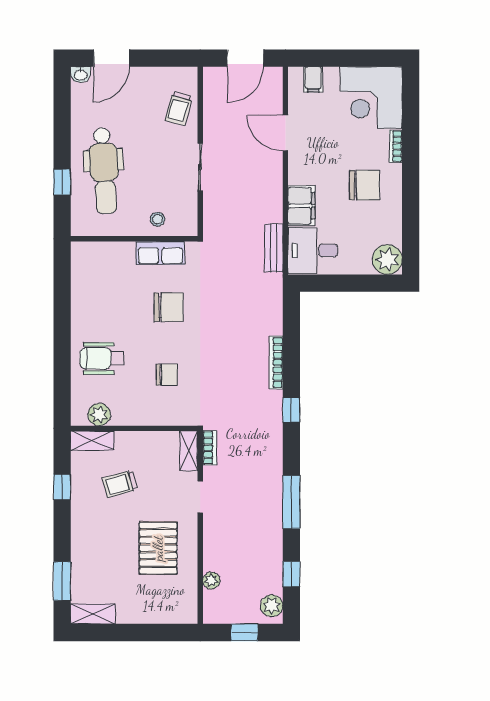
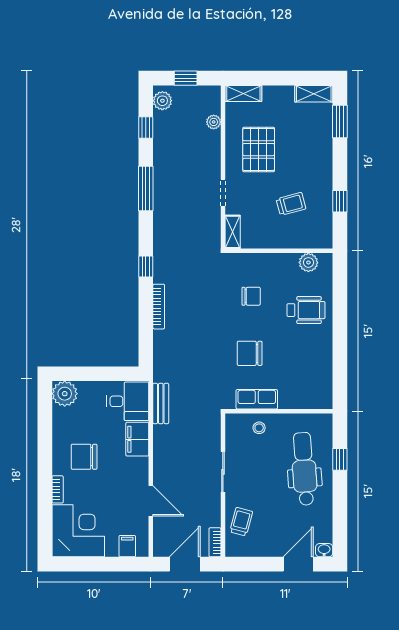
chair: (167, 375) -> (251, 296), turned 180
shelving: (92, 441) -> (243, 93), moved
bookcase: (210, 448) -> (215, 542), moved

